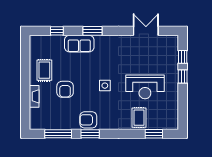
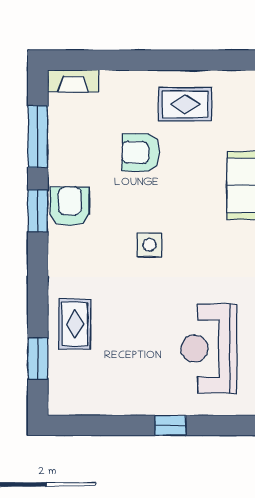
window: (183, 57) -> (216, 425), removed
reception desk: (145, 87) -> (209, 349), moved
fireplace: (34, 96) -> (73, 81), moved
rug: (139, 118) -> (75, 324), turned 90

